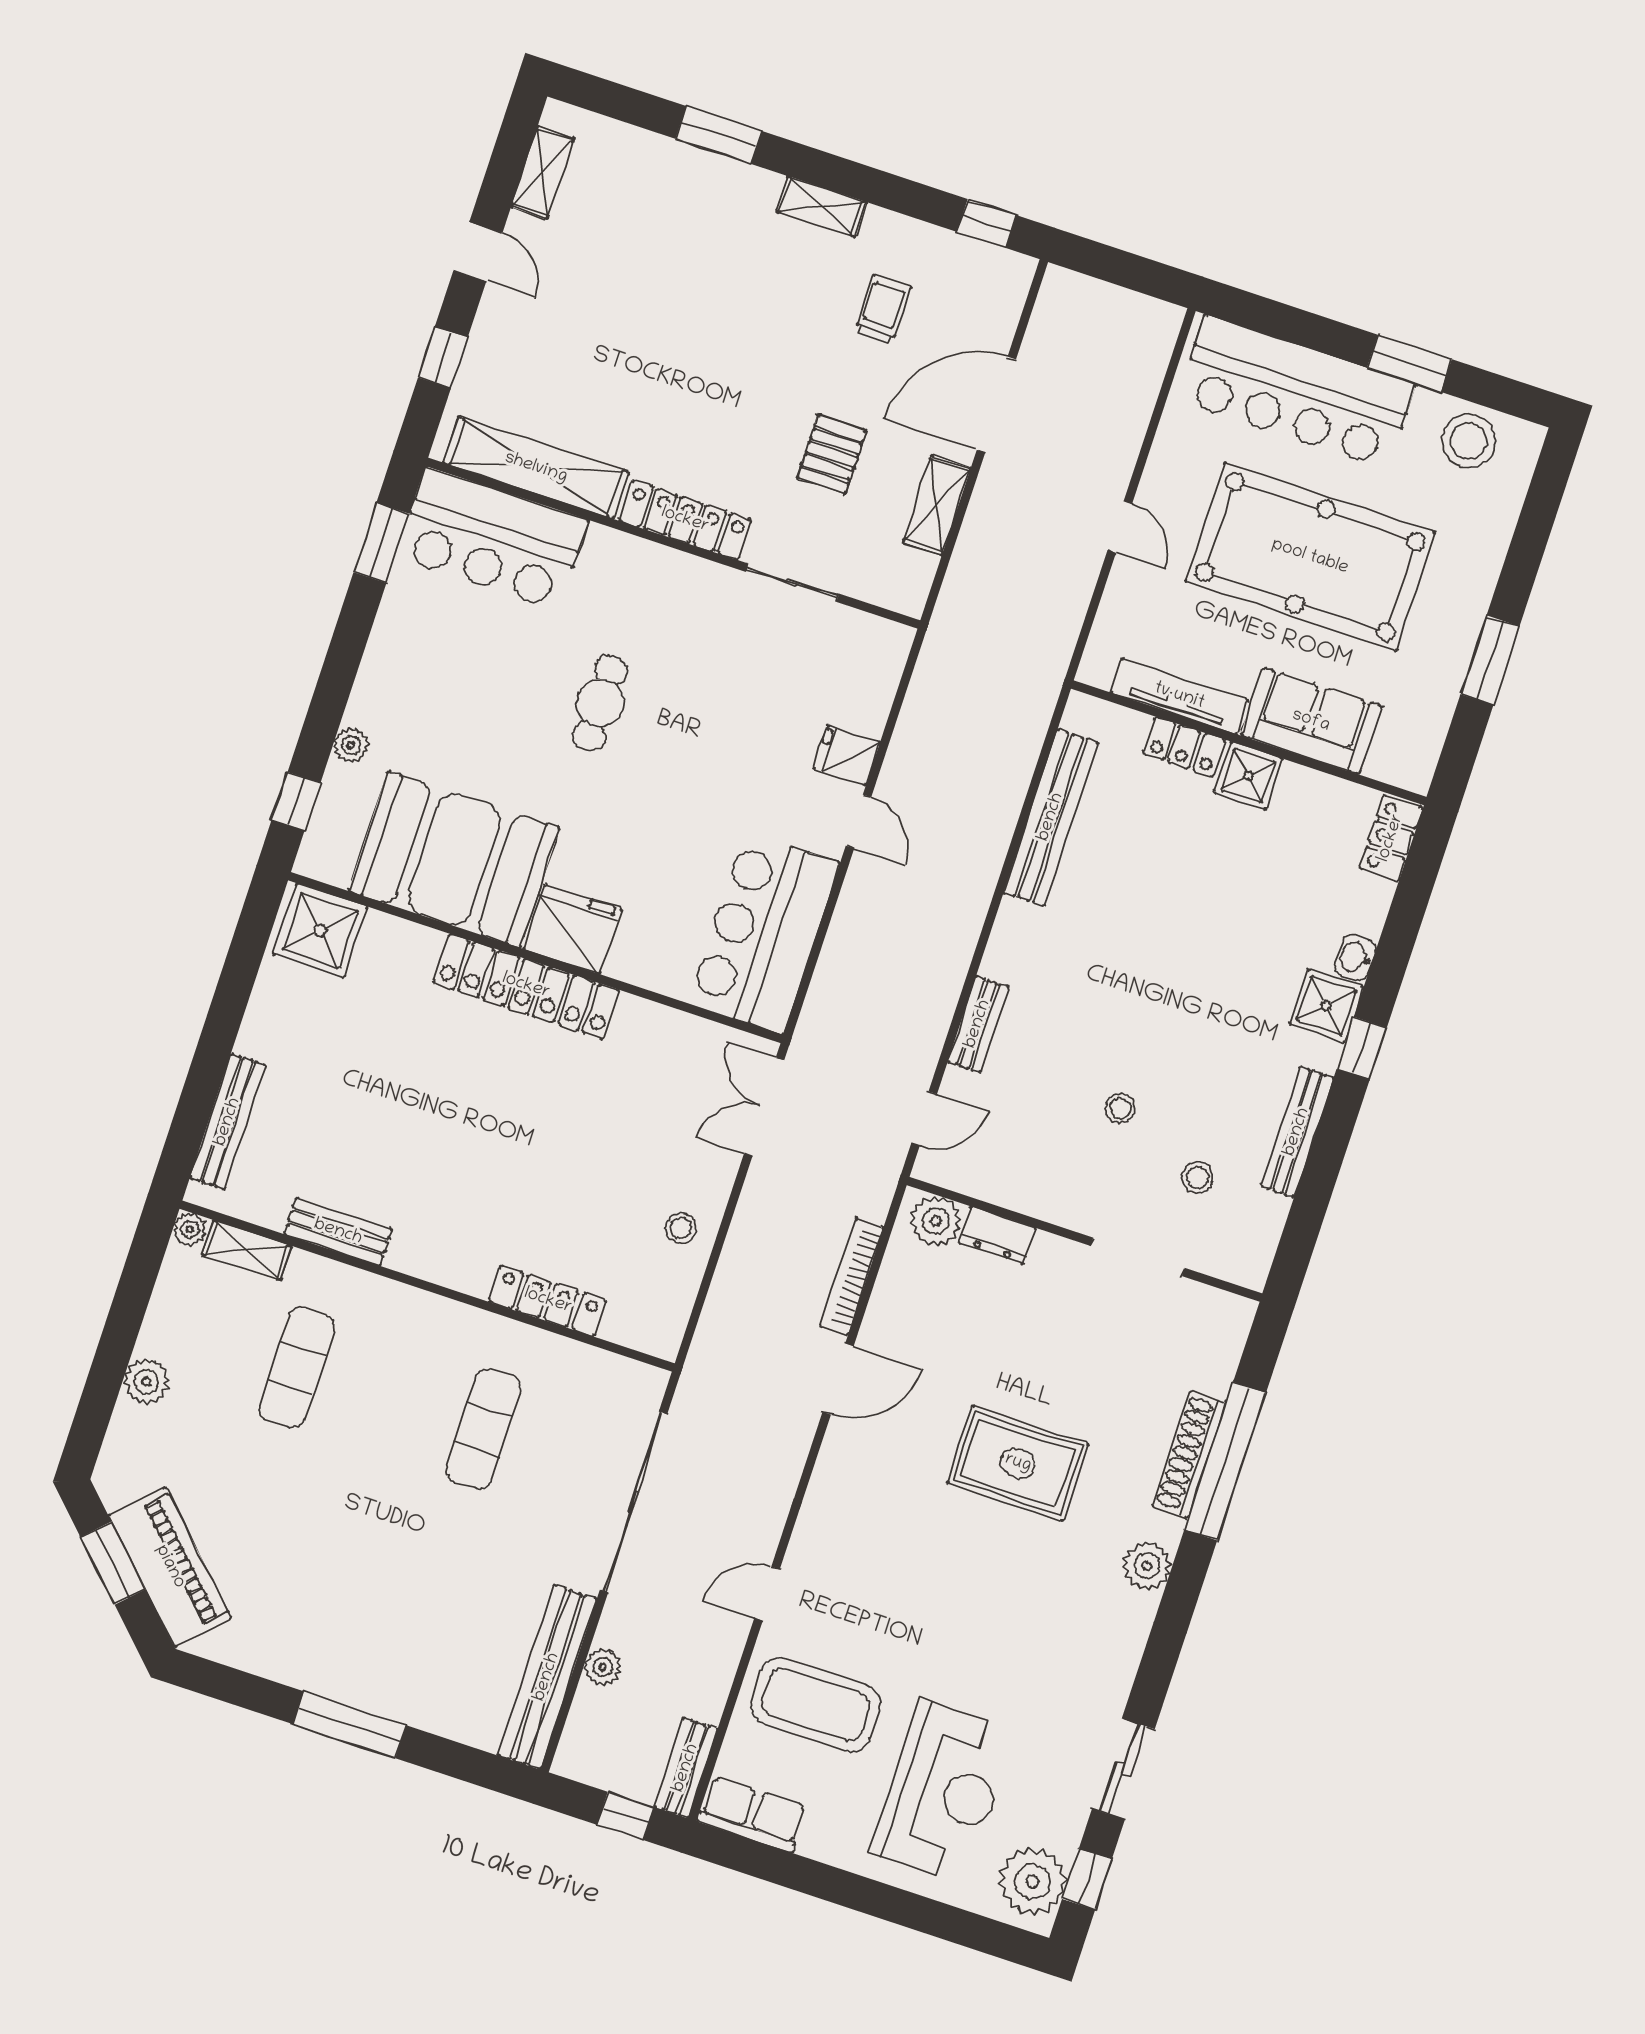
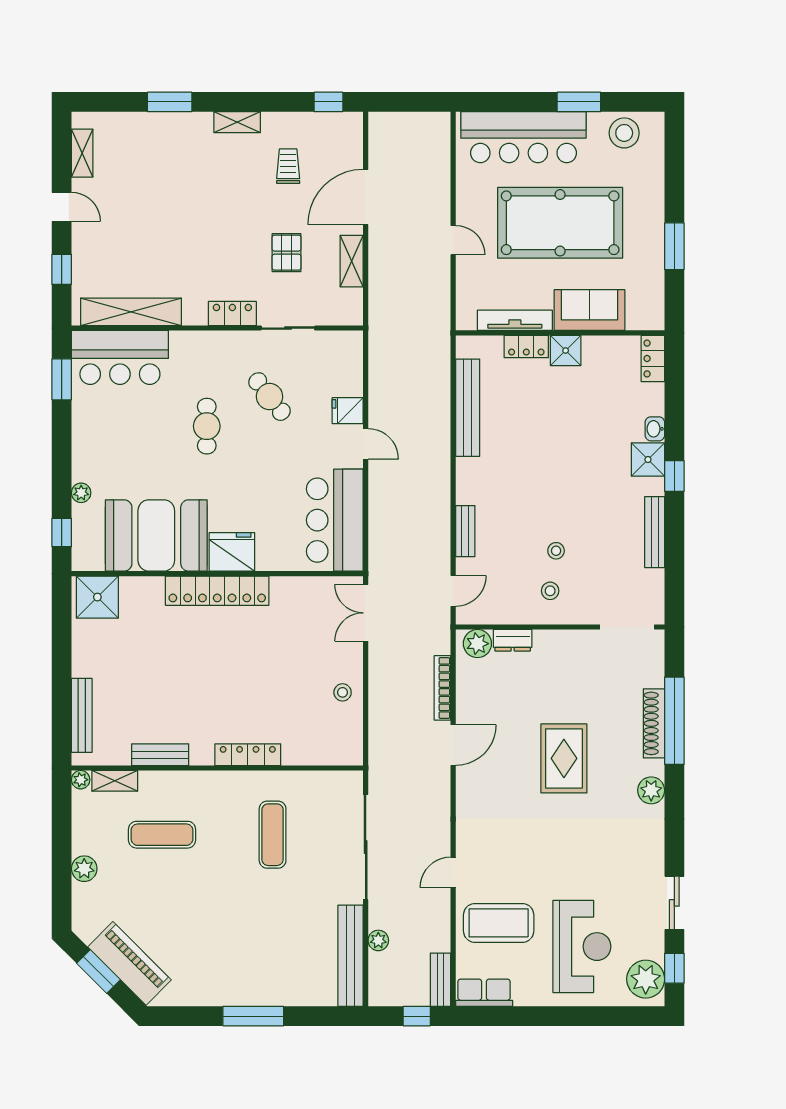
locker: (685, 520) -> (232, 314), width x0.66
cafe table: (723, 688) -> (270, 397), added
stool: (1198, 1178) -> (550, 591), moved
doorway: (1138, 1257) -> (627, 627), moved
locker: (548, 1301) -> (248, 755), moved
exercise mat: (297, 1368) -> (162, 835), turned 90
rug: (1018, 1463) -> (564, 758), turned 90

